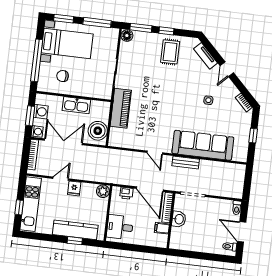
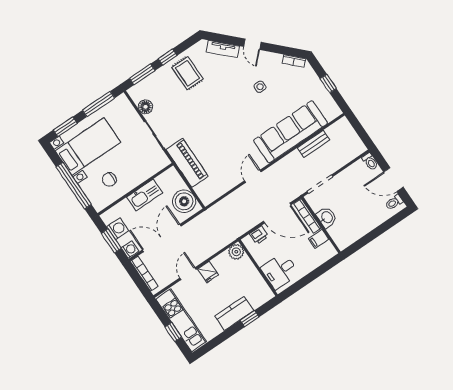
floor lamp: (127, 36) -> (145, 107), moved
door: (155, 153) -> (253, 176), swing flipped
bench: (186, 163) -> (314, 144), moved
kitchen counter: (75, 230) -> (234, 313), width x0.67

